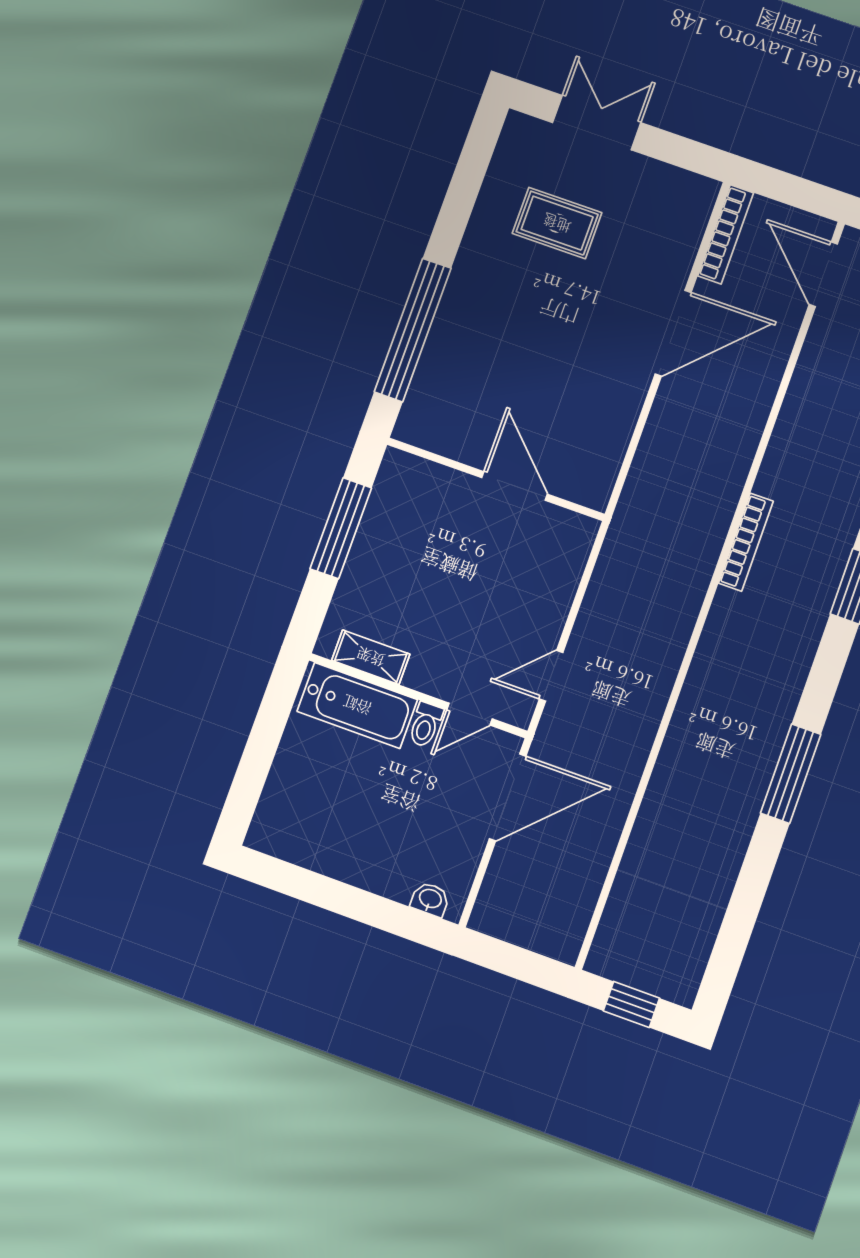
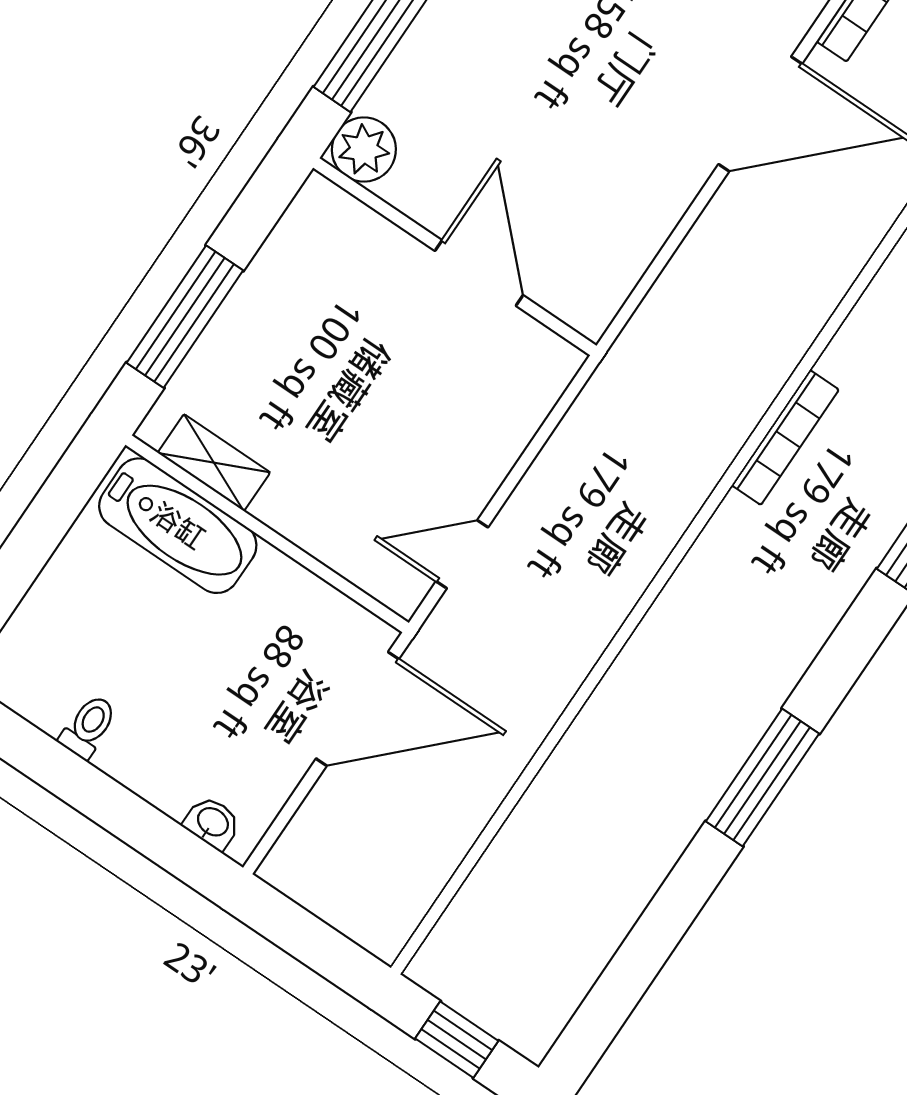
plant: (418, 424) -> (364, 150), added
window: (341, 528) -> (185, 317), moved
door: (470, 714) -> (333, 579), removed
toilet: (425, 725) -> (88, 727), moved, turned 180

